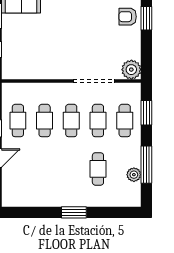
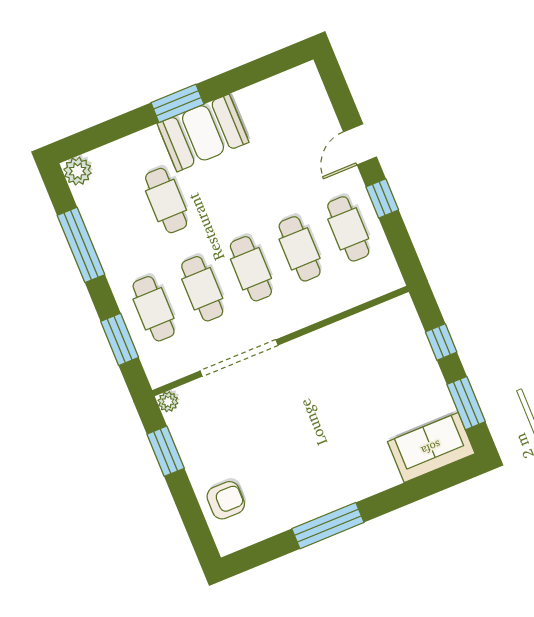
window: (146, 18) -> (166, 451), moved
plant: (131, 70) -> (168, 402), width x0.53, depth x0.53
plant: (134, 175) -> (78, 171), moved
booth: (68, 194) -> (203, 133), added

